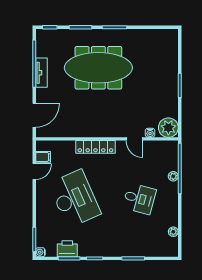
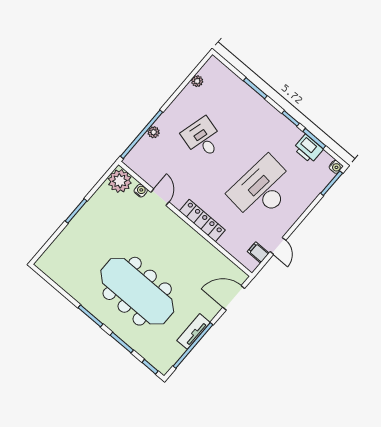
door: (34, 172) -> (278, 246), swing flipped
desk: (75, 199) -> (262, 189), turned 30

